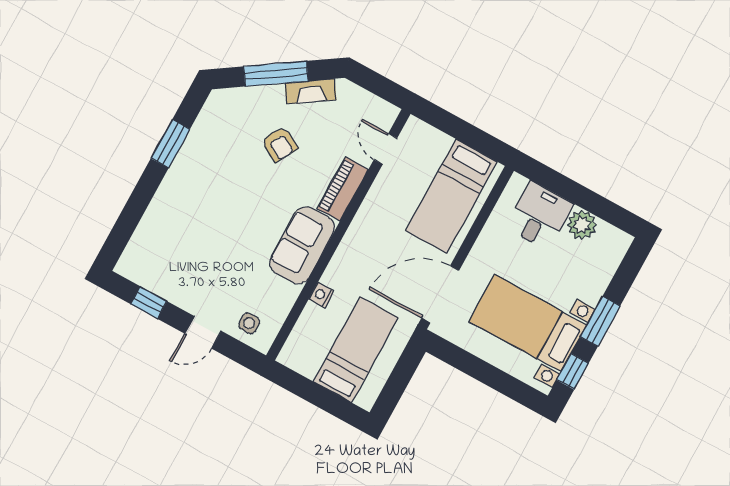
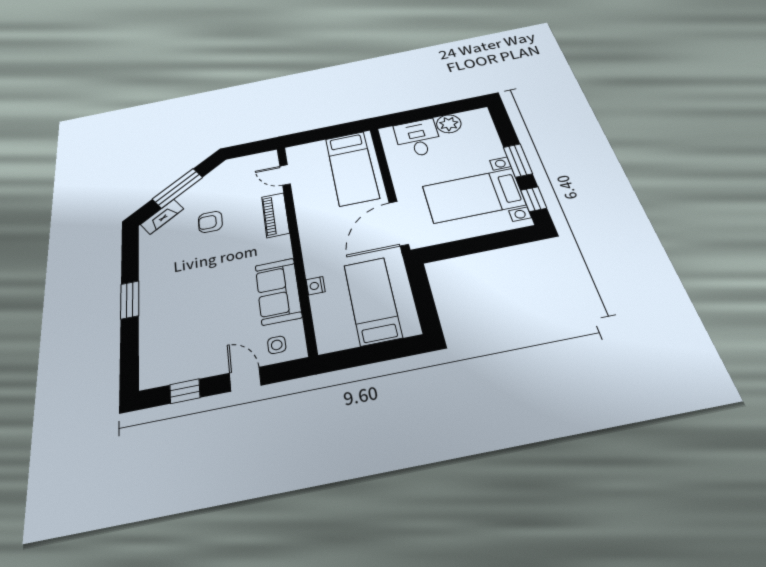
fireplace: (311, 91) -> (162, 217), moved
window: (170, 144) -> (130, 300), moved
armchair: (280, 144) -> (210, 222), turned 151
sofa: (302, 245) -> (278, 291), moved
door: (203, 332) -> (245, 379), swing flipped

